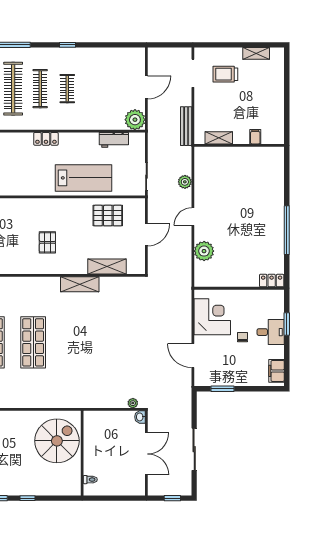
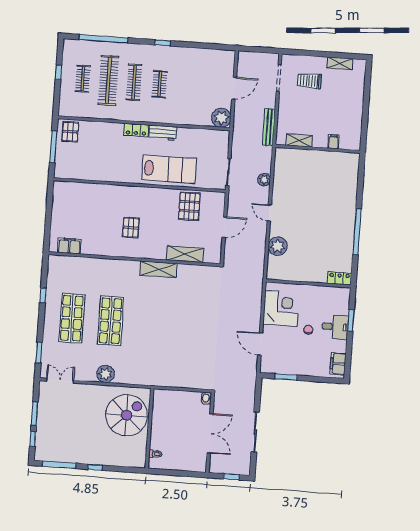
workbench: (114, 140) -> (163, 133), moved
pallet: (108, 216) -> (189, 206), turned 90
door: (193, 217) -> (269, 213), hinge flipped
plant: (133, 403) -> (105, 374), moved, width x1.88, depth x1.88

